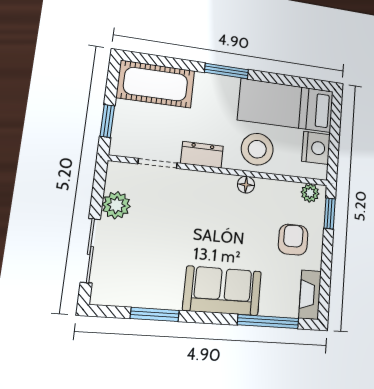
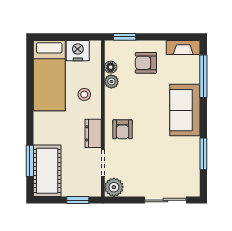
window: (227, 71) -> (30, 161), moved
stool: (257, 149) -> (84, 94), width x0.53, depth x0.53
floor lamp: (246, 185) -> (111, 67), moved
plant: (310, 193) -> (111, 82), moved
armchair: (204, 197) -> (123, 129), added
plant: (116, 205) -> (114, 187), moved

